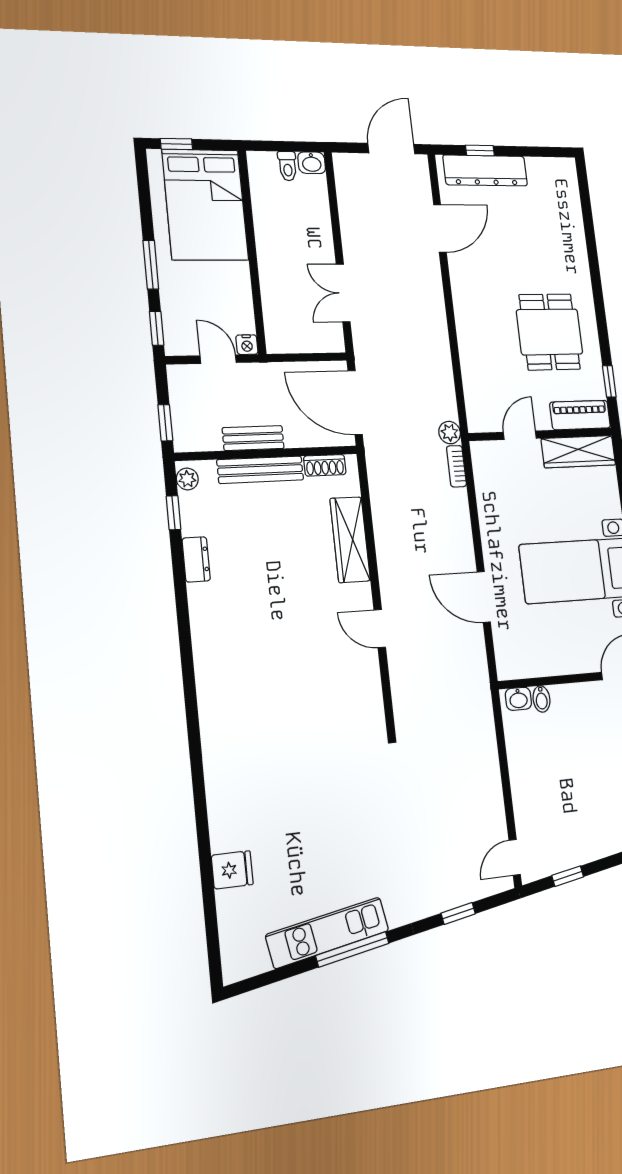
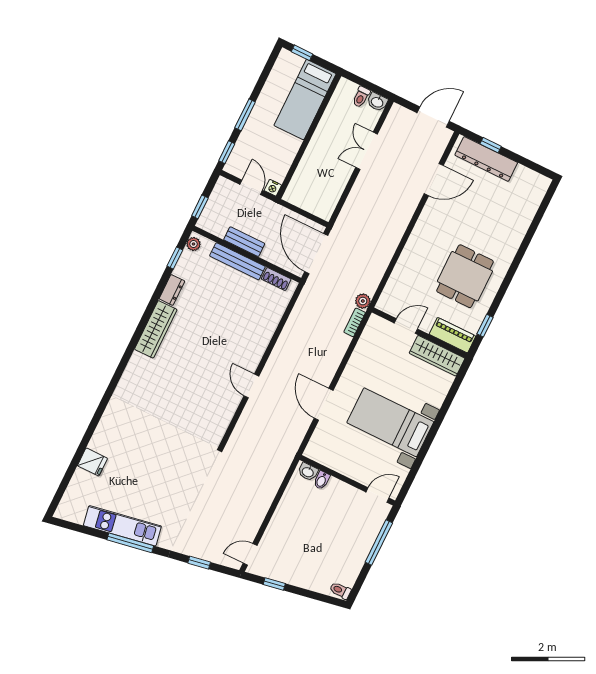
bed: (205, 205) -> (305, 100), width x0.67
double door: (343, 293) -> (367, 151), moved
wardrobe: (350, 540) -> (156, 329), moved, turned 180

